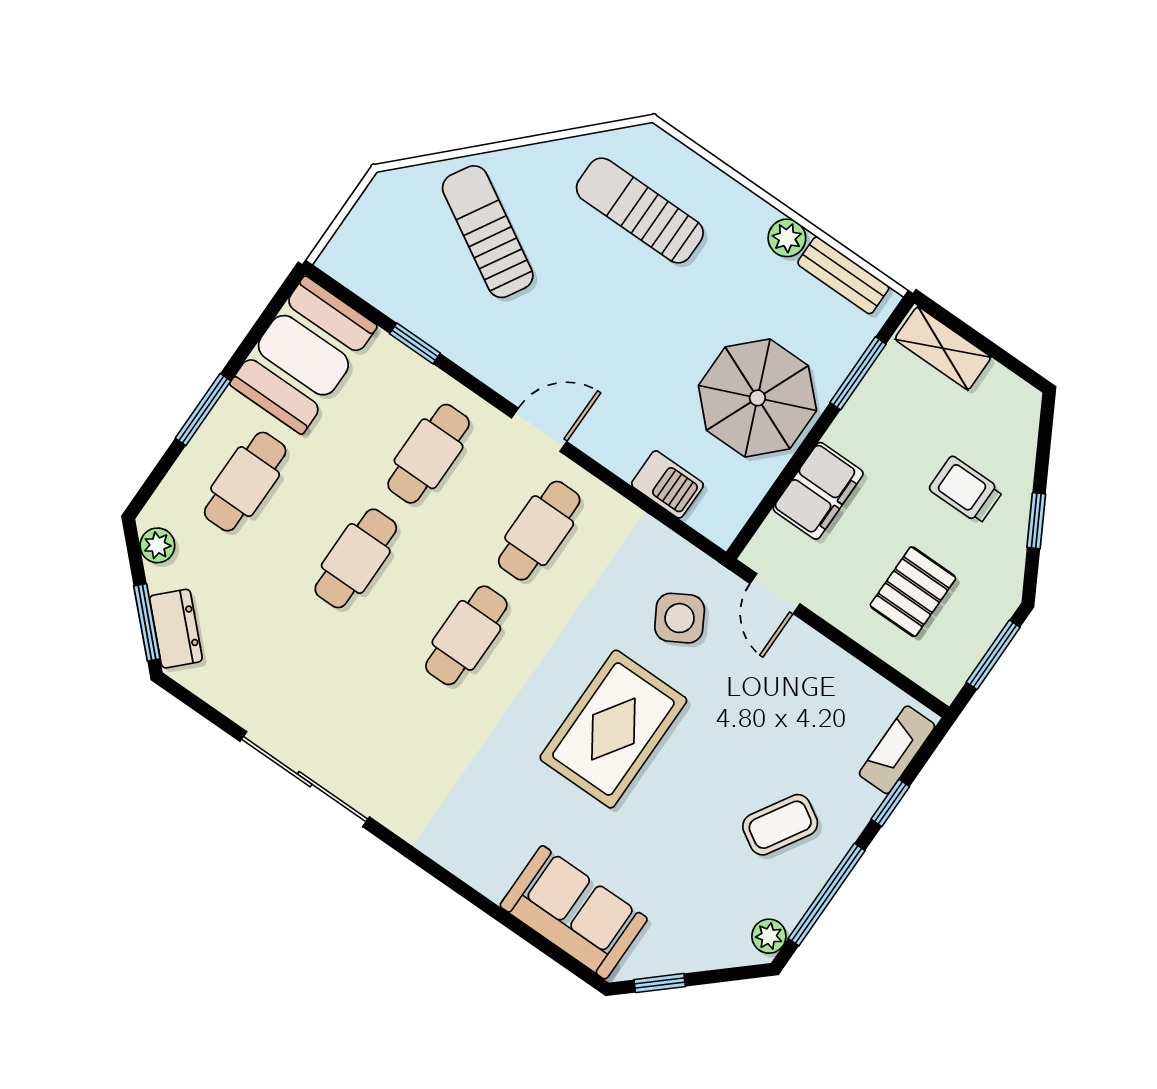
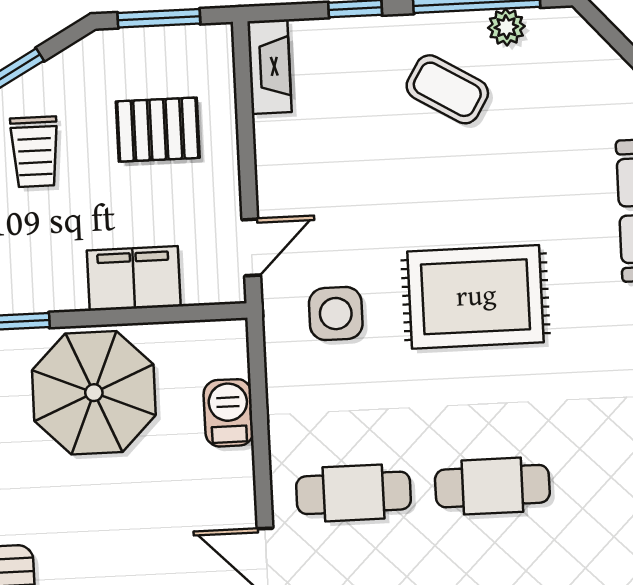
side table: (680, 618) -> (336, 314), turned 30
fireplace: (897, 750) -> (269, 67), moved, turned -90
plant: (769, 936) -> (506, 27), moved

